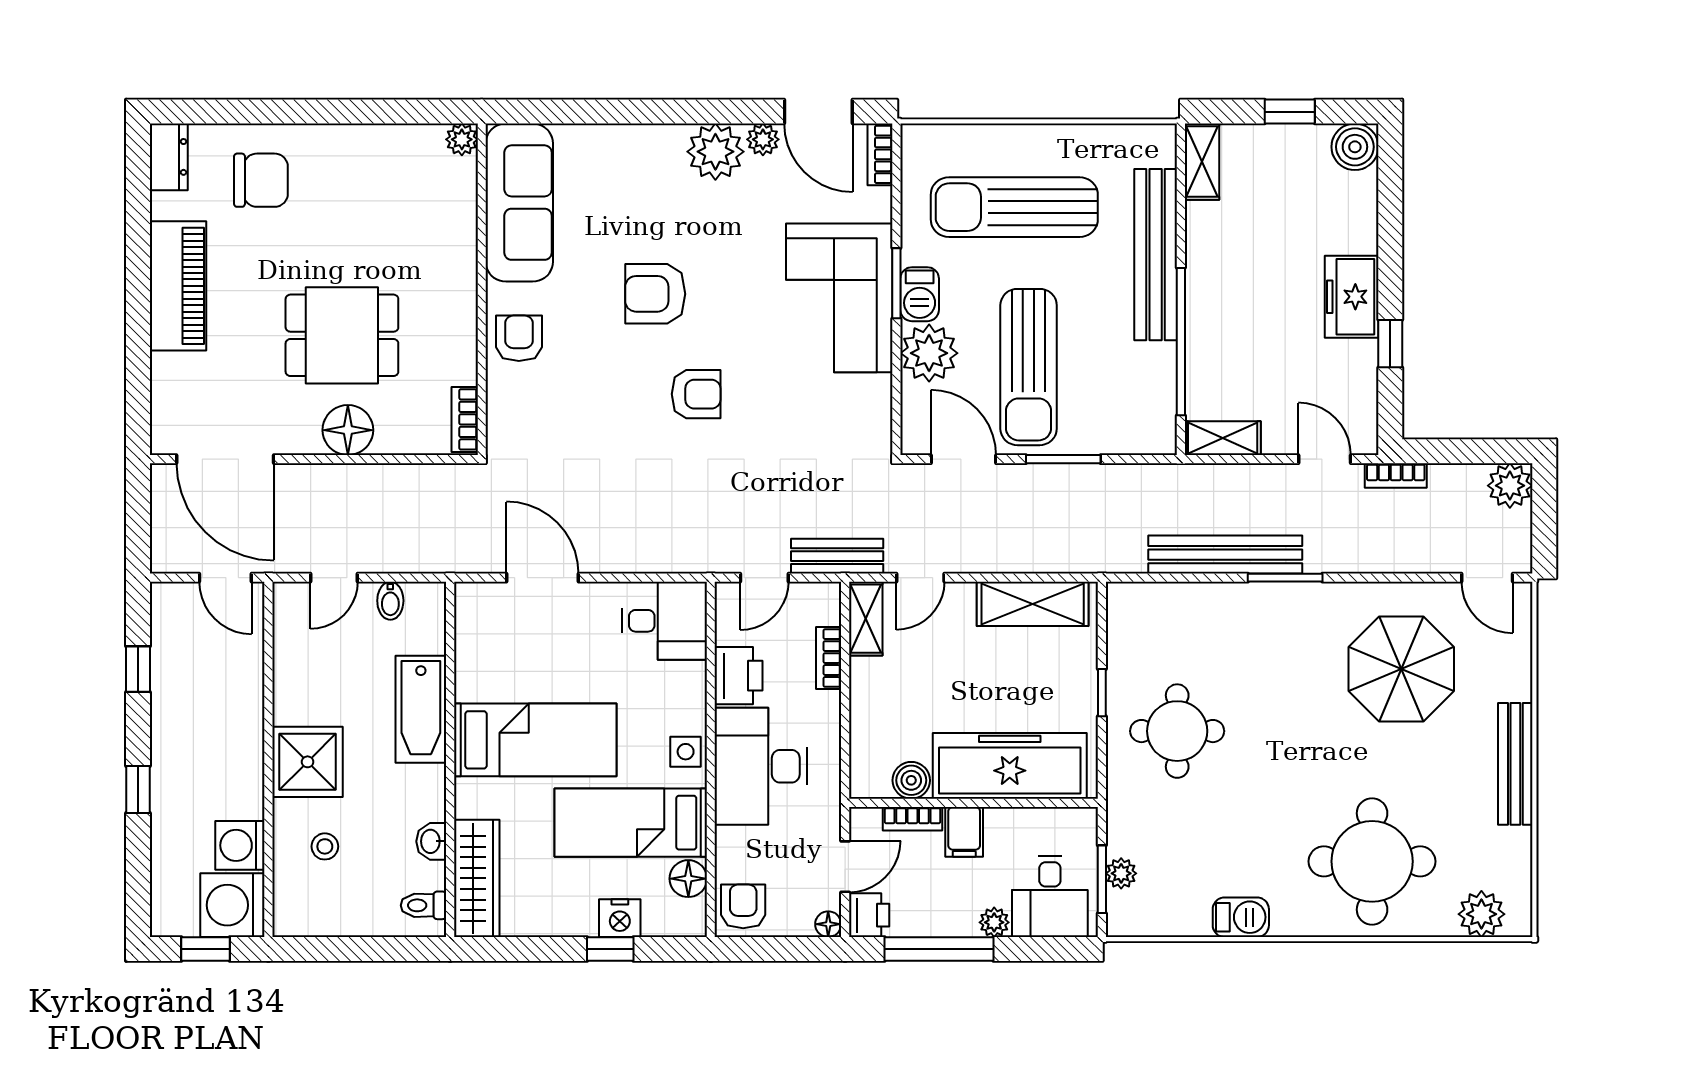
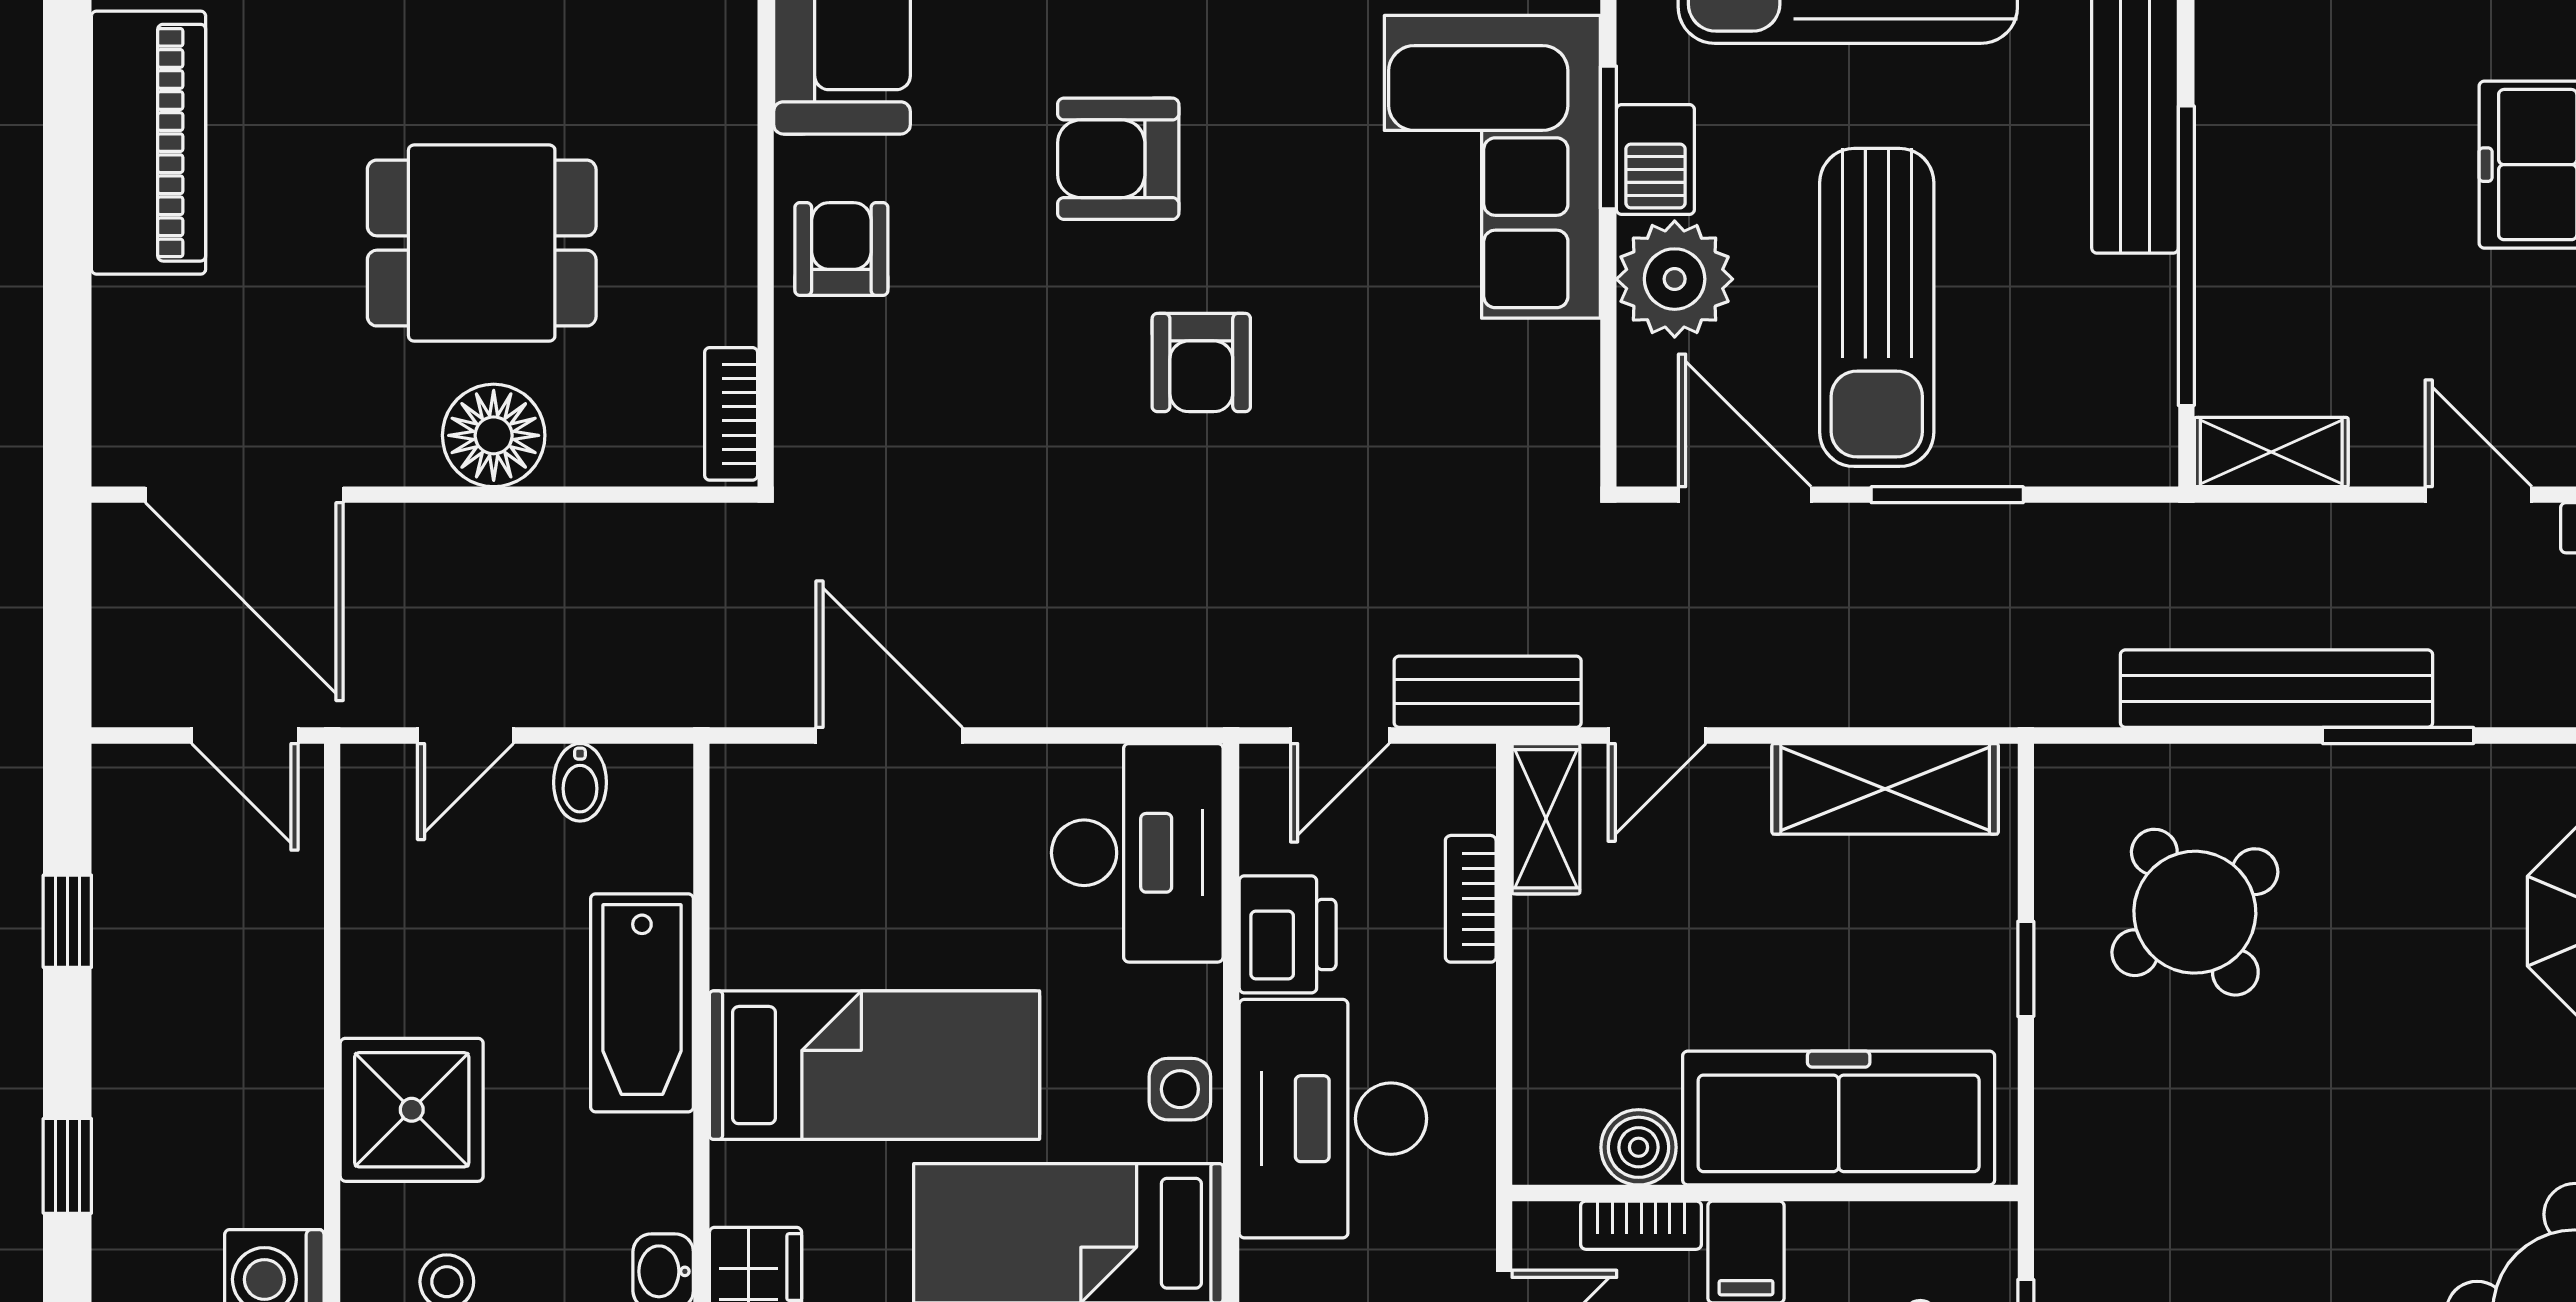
armchair: (696, 394) -> (1201, 363), turned 90
desk: (665, 621) -> (1137, 853), width x1.37
round table: (1177, 731) -> (2195, 912), moved, turned -34

